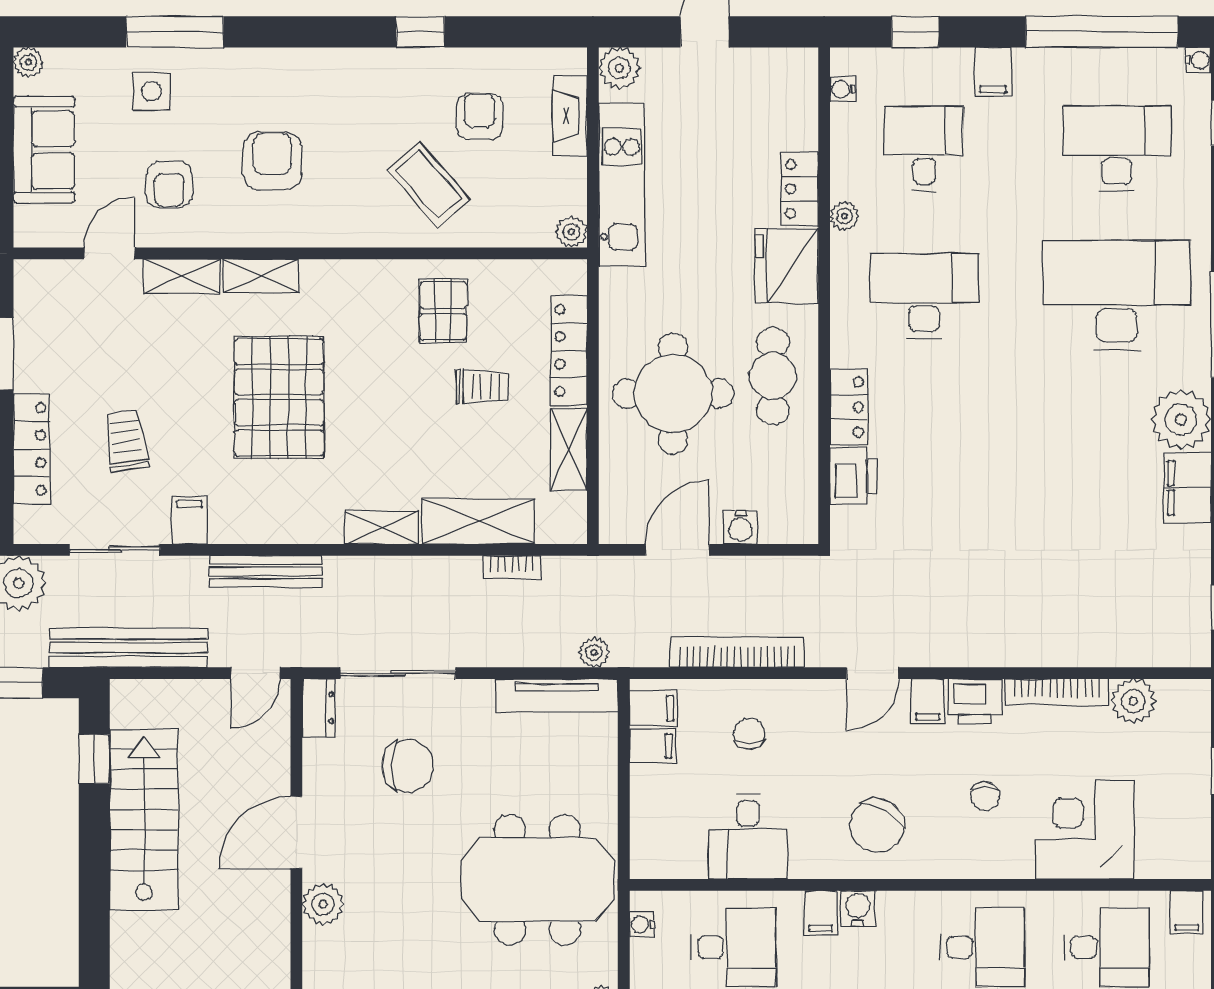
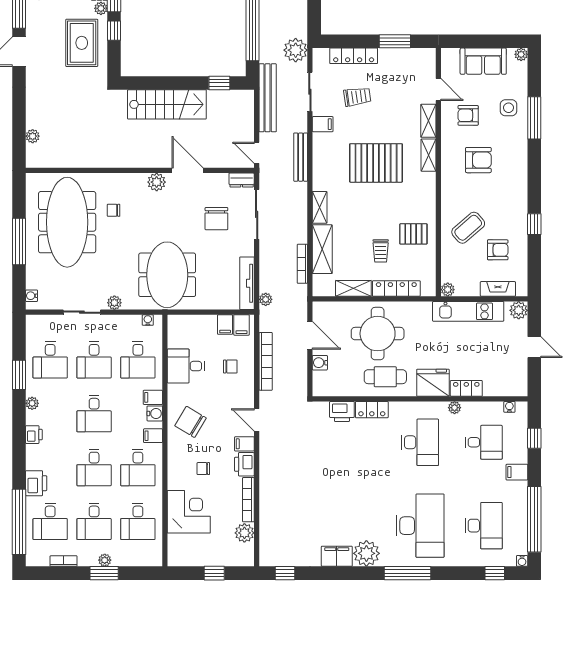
bookcase: (512, 567) -> (302, 264), width x1.56
stairs: (144, 819) -> (167, 104), moved
filing cabinet: (1187, 912) -> (153, 436), moved

